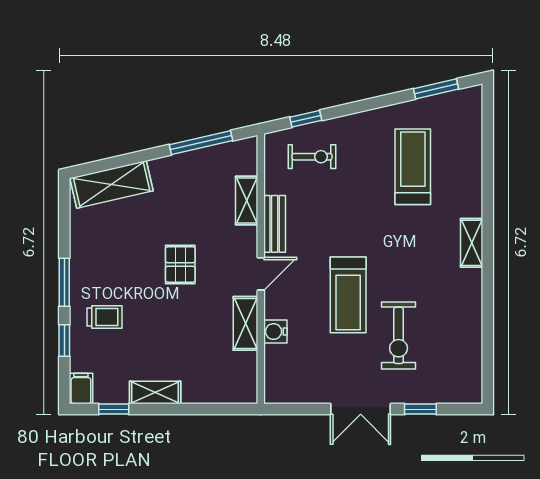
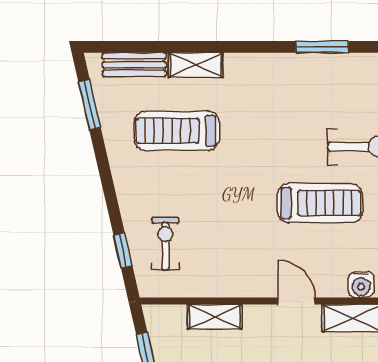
bench: (275, 224) -> (134, 65), moved
shelving: (472, 243) -> (196, 65), moved
window: (488, 297) -> (322, 47), added

